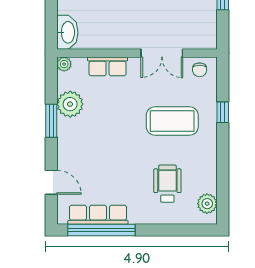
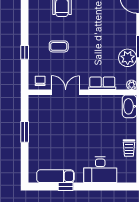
coffee table: (172, 121) -> (59, 46), width x0.54, depth x0.58

